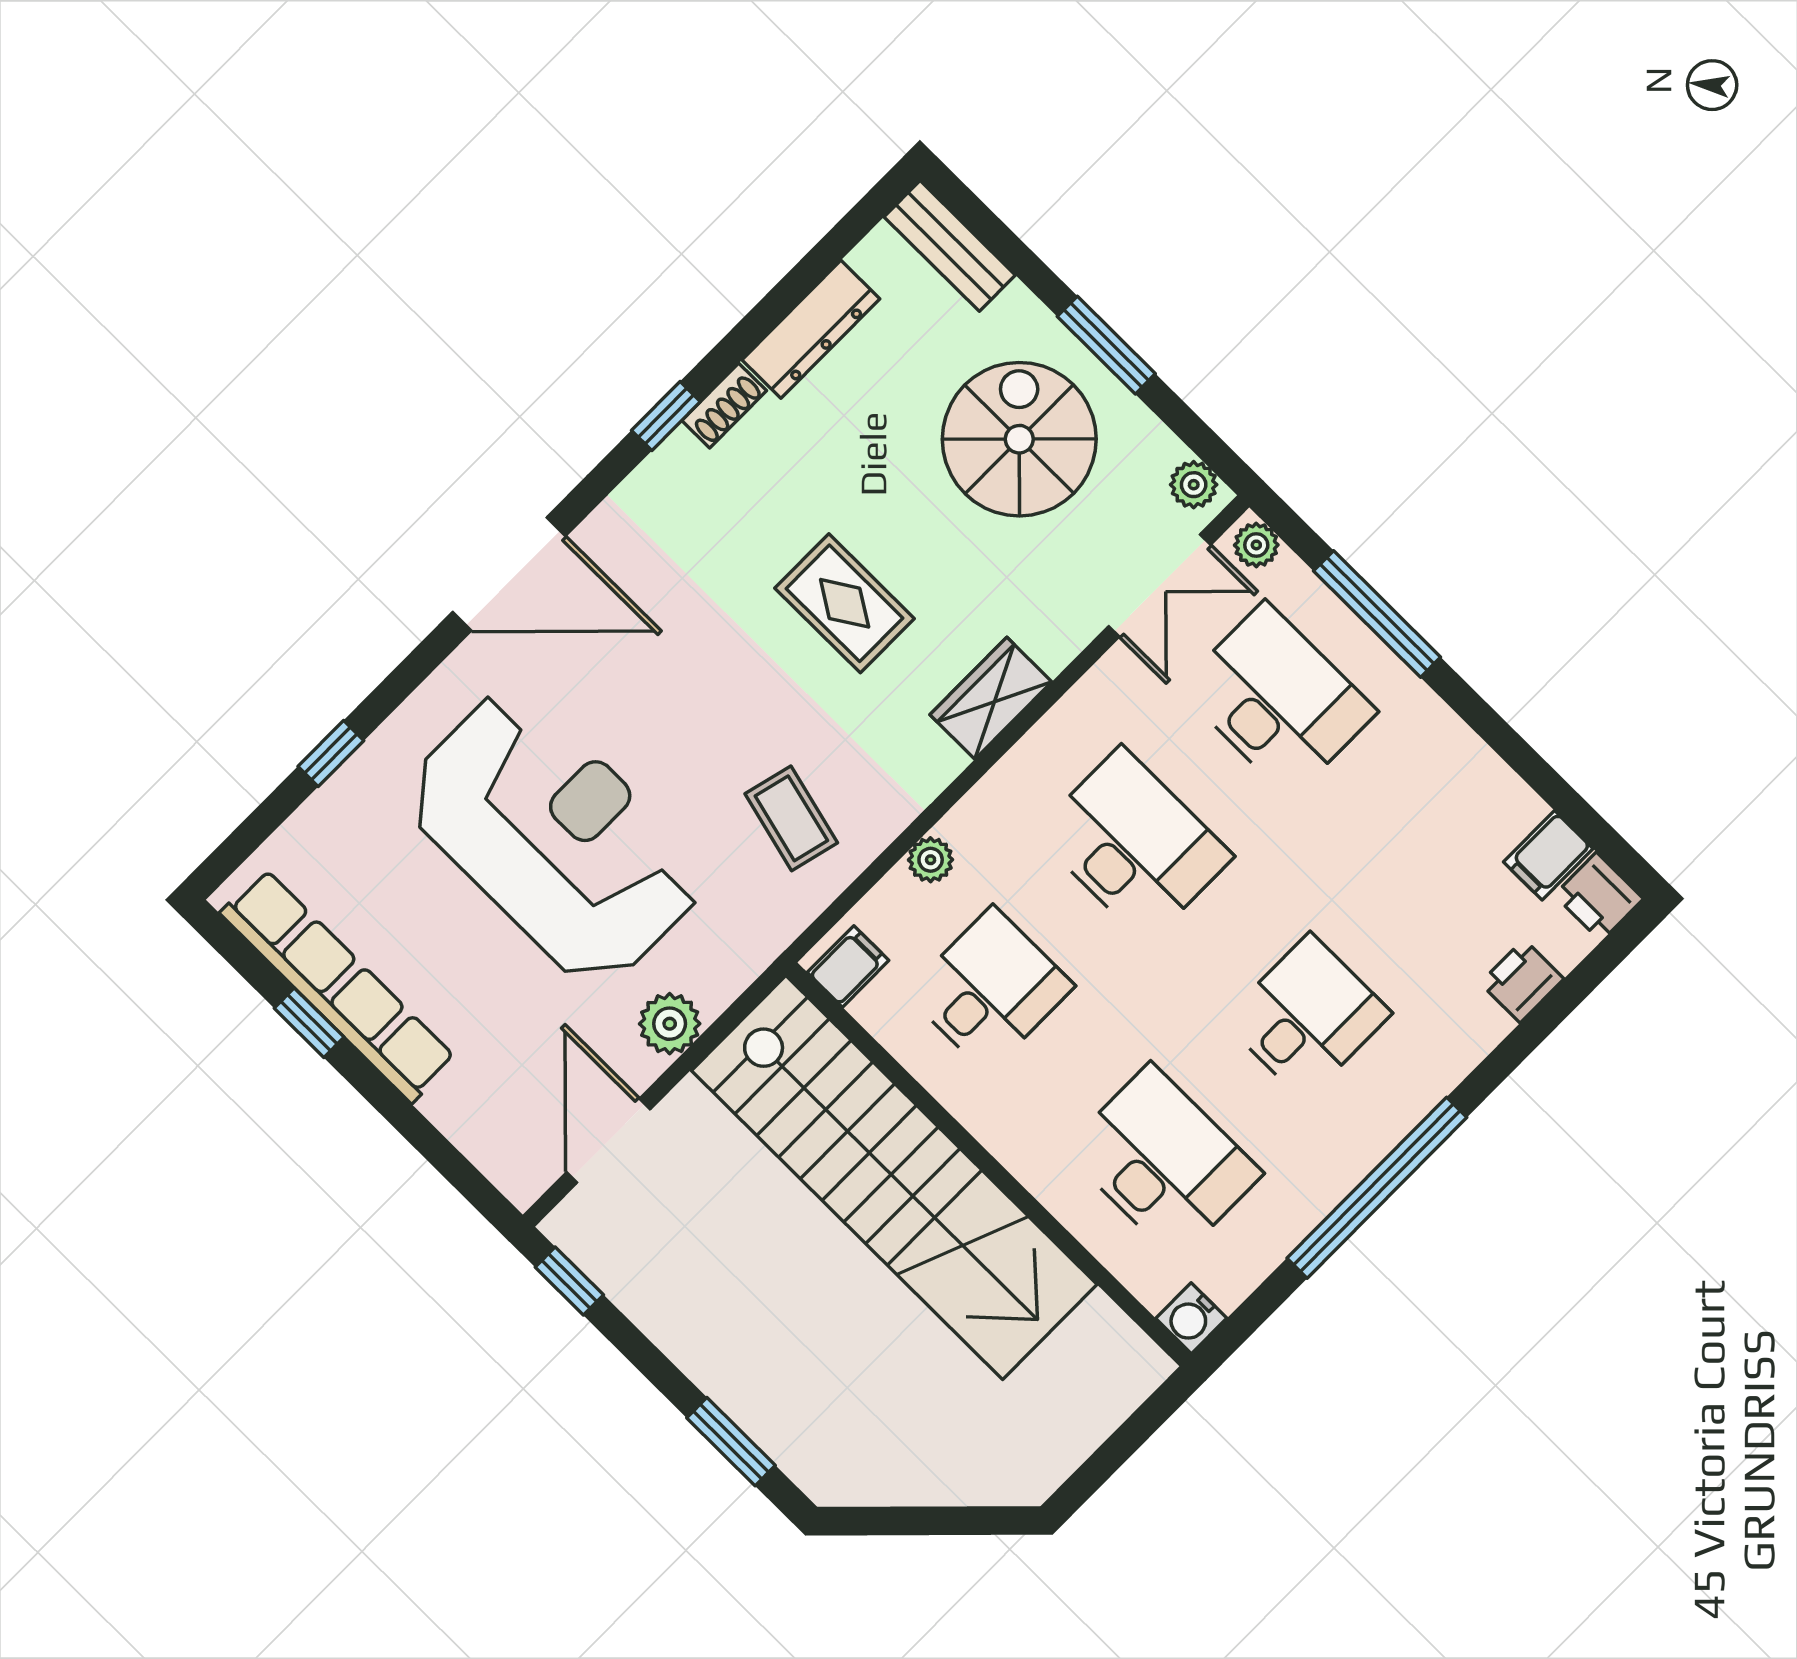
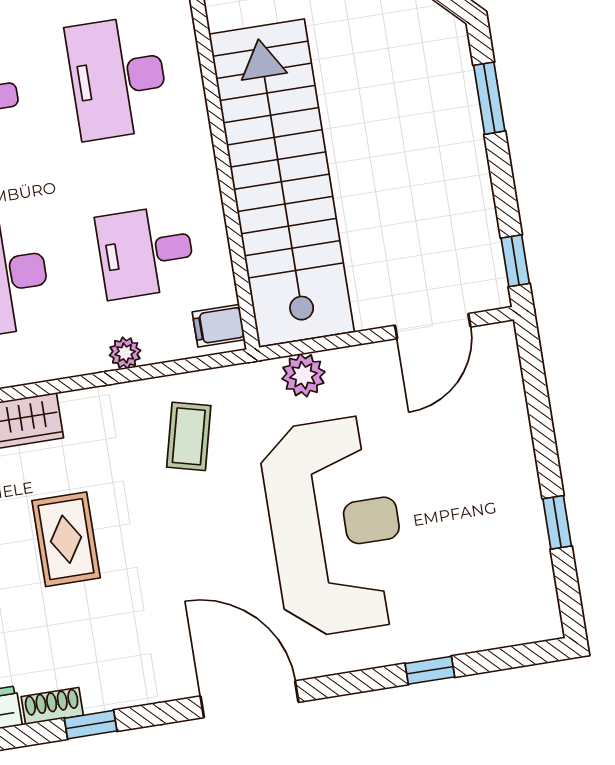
reception desk: (554, 837) -> (335, 526), turned 180
row of seats: (338, 986) -> (525, 532), removed
plant: (670, 1024) -> (303, 375), moved

